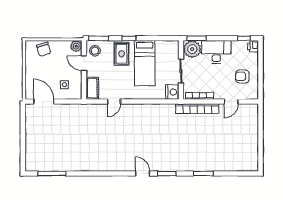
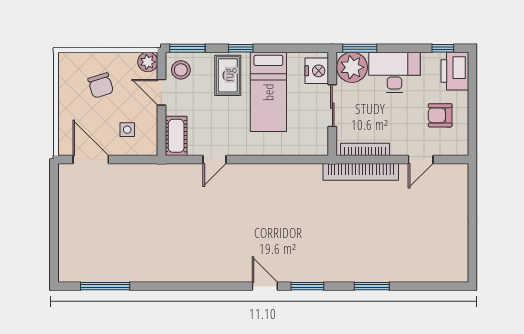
printer: (253, 46) -> (455, 71), width x1.87, depth x1.48
chair: (44, 49) -> (101, 85), moved
nightstand: (172, 92) -> (317, 71), moved

